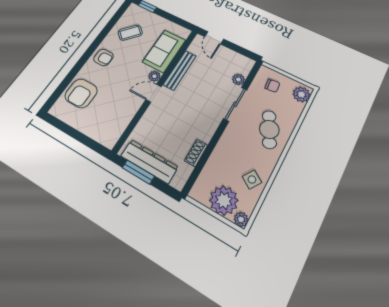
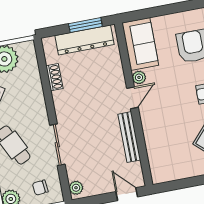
sofa: (164, 51) -> (140, 44), moved
plant: (154, 76) -> (139, 77), moved
plant: (238, 80) -> (76, 188), moved

